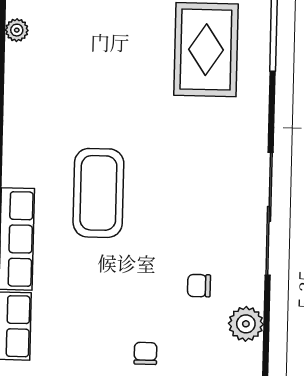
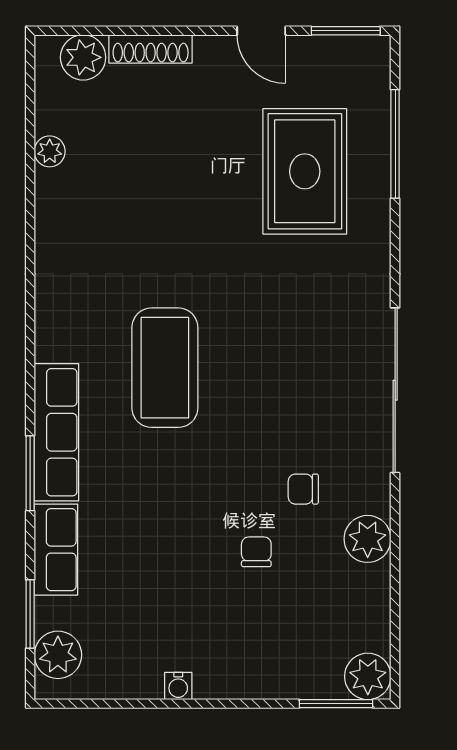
chair: (145, 353) -> (256, 552), moved

